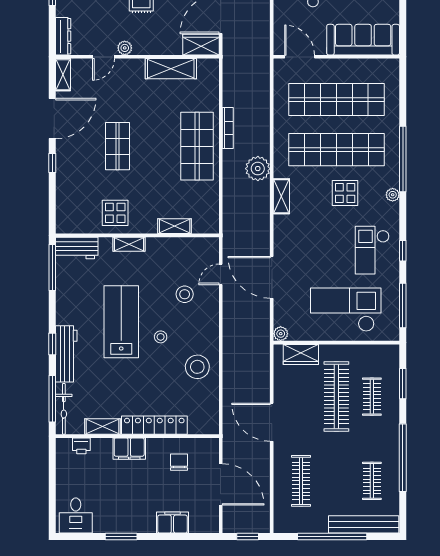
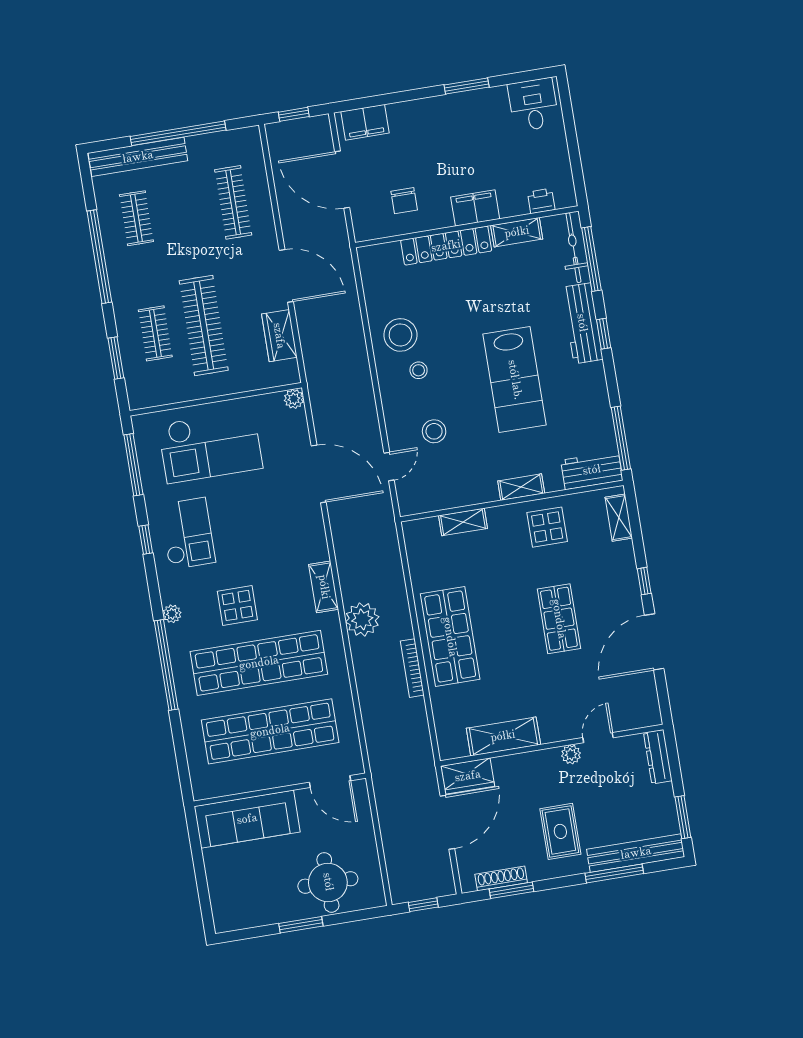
shelving: (63, 75) -> (619, 518), moved
stool: (161, 337) -> (419, 370), moved
wardrobe: (301, 354) -> (279, 336), moved, turned -90
filing cabinet: (172, 523) -> (365, 122), moved

